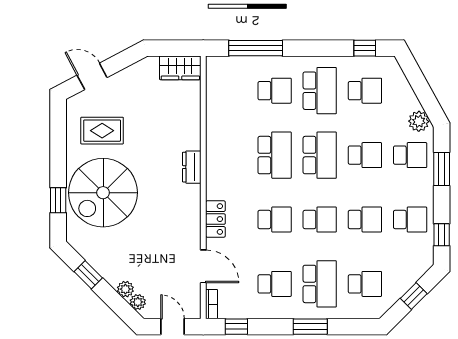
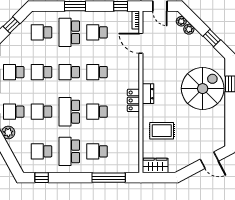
rug: (102, 131) -> (162, 131), moved
school desk: (275, 155) -> (97, 112), width x0.54
dresser: (192, 167) -> (148, 94), moved
locker: (215, 219) -> (133, 100), moved

